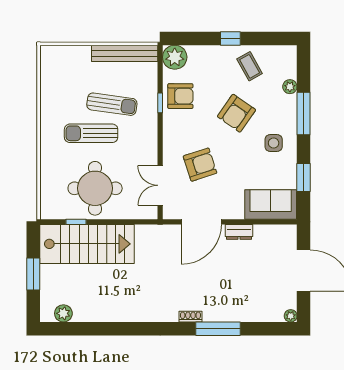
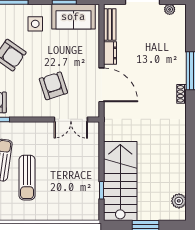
round table: (95, 188) -> (73, 174), removed
sofa: (271, 204) -> (73, 17), moved, turned -90
bench: (273, 231) -> (110, 24), added
plant: (291, 316) -> (170, 9), moved

